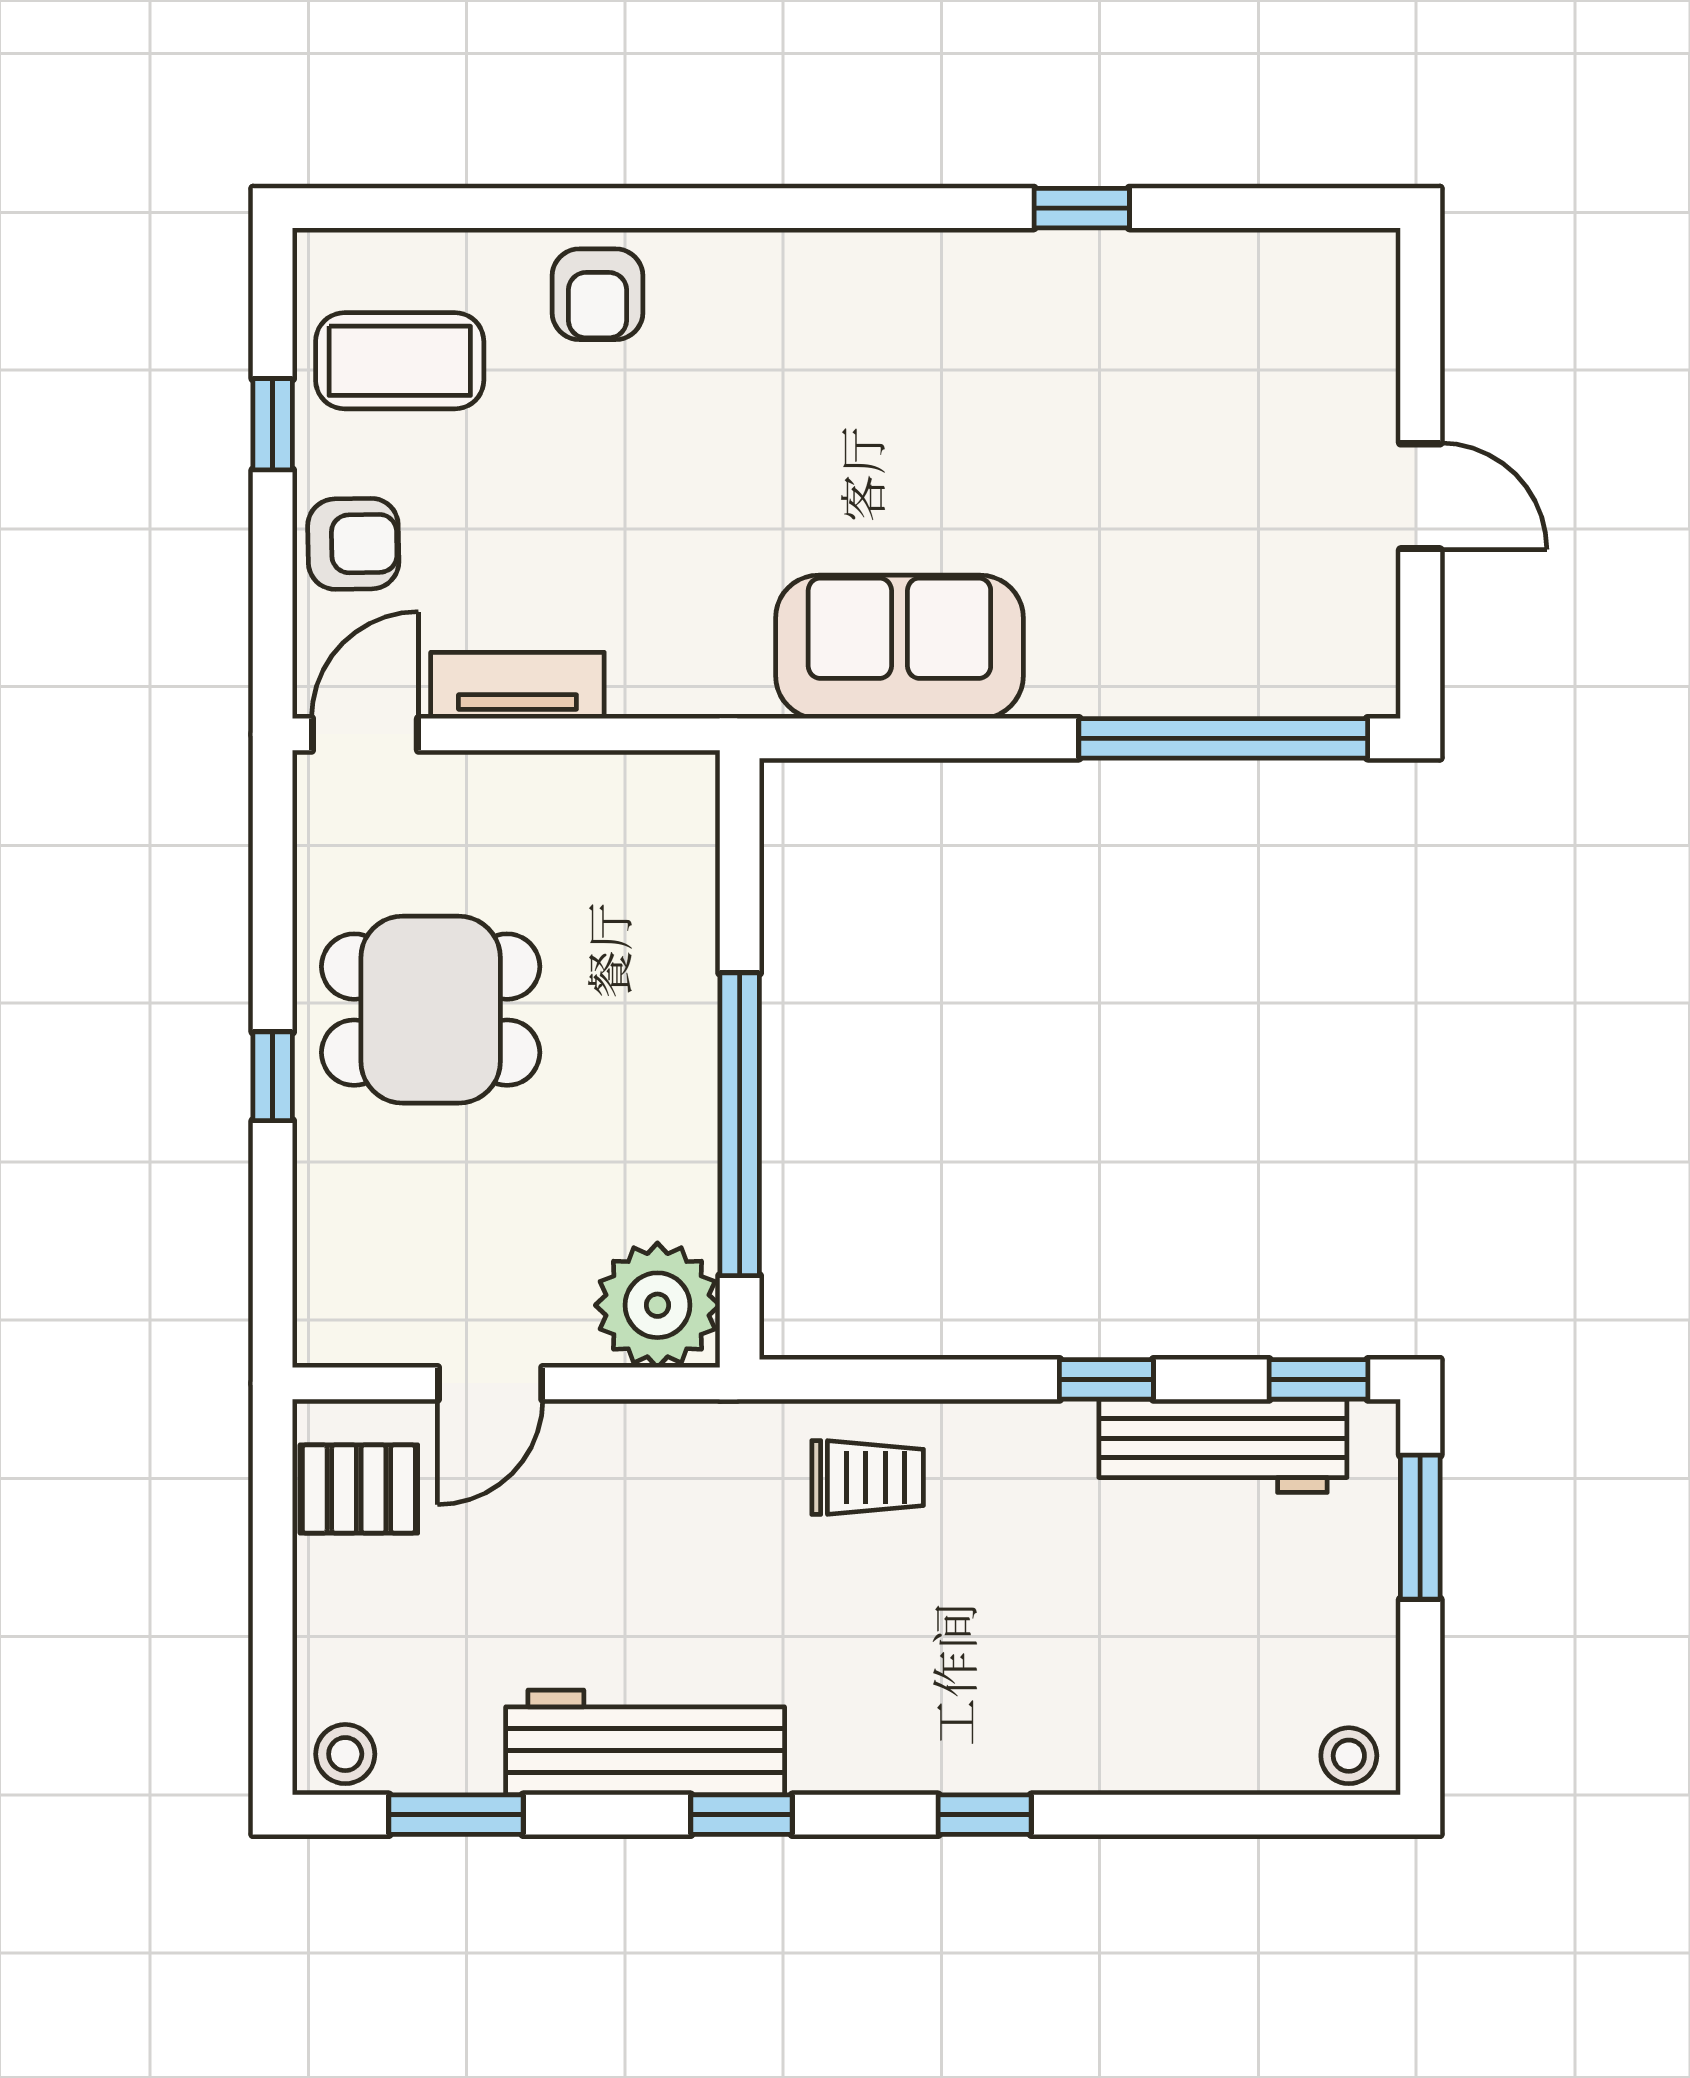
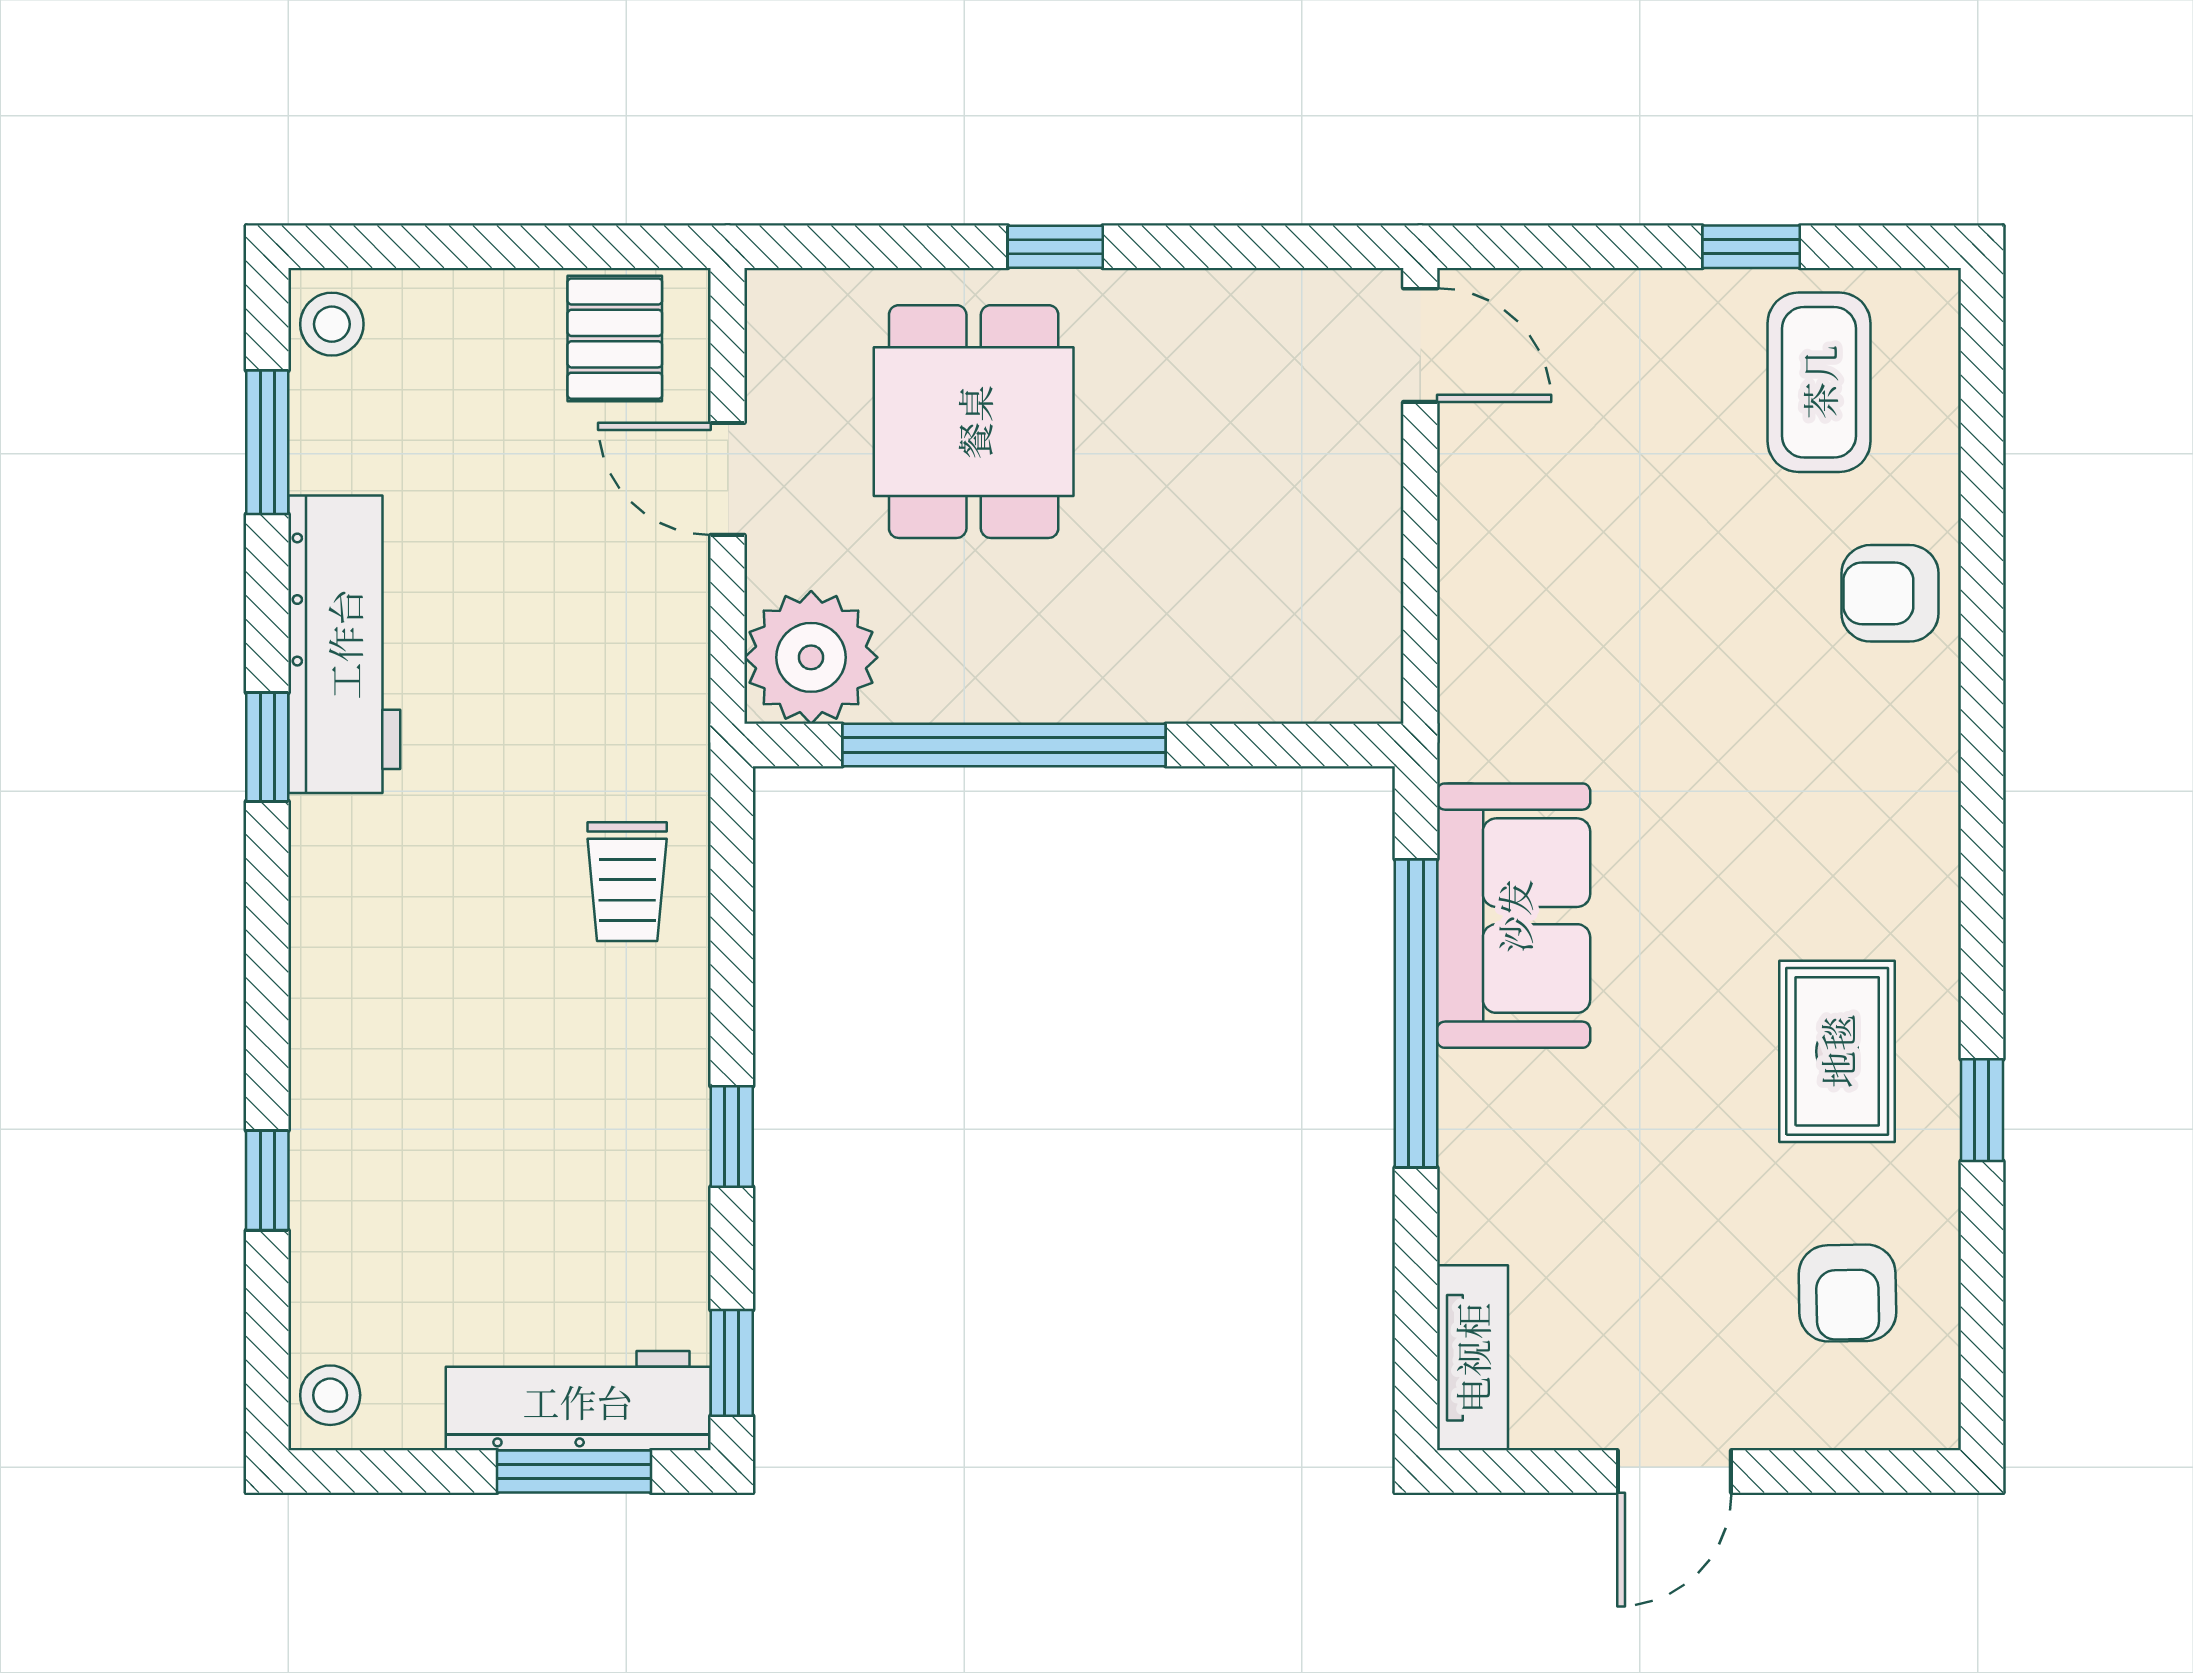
rug: (1027, 344) -> (1837, 1051), added
armchair: (353, 544) -> (1847, 1293), moved
tv unit: (517, 685) -> (1472, 1358), moved
window: (1223, 738) -> (1416, 1013), moved
dining table: (431, 1010) -> (974, 422), moved
workbench: (1223, 1446) -> (578, 1401), moved, turned 90
window: (985, 1815) -> (267, 1180), moved

